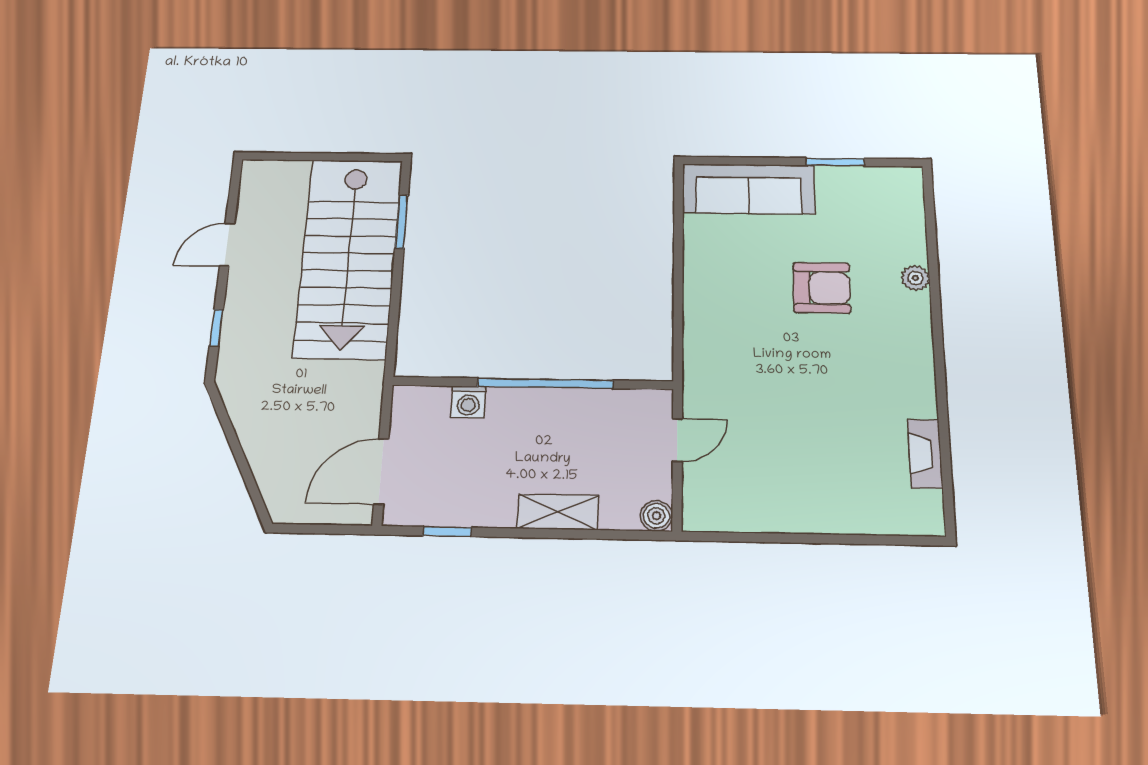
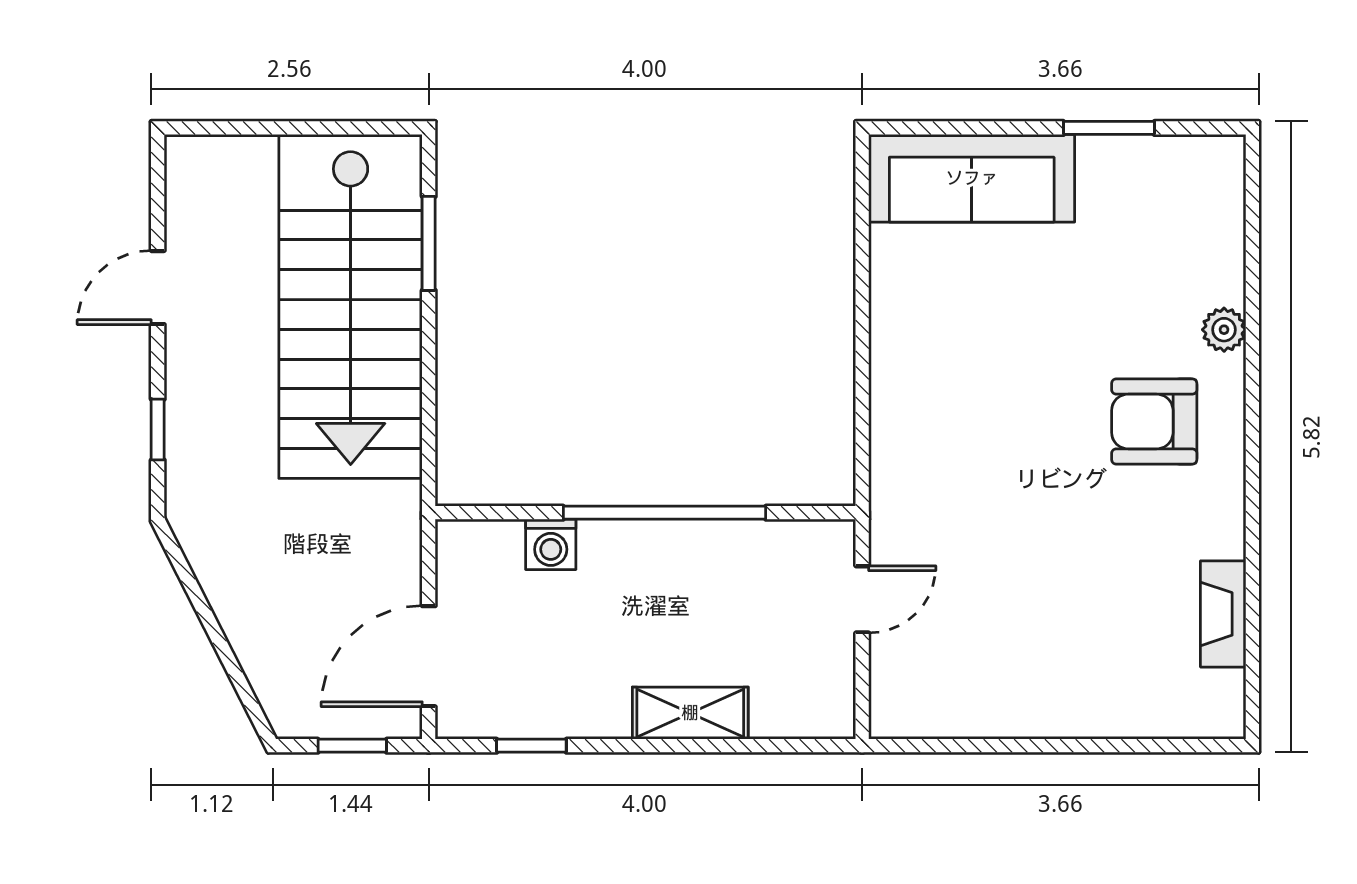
armchair: (822, 288) -> (1154, 422), moved, turned 180
boiler: (656, 516) -> (833, 716), removed
window: (324, 529) -> (352, 746), added

